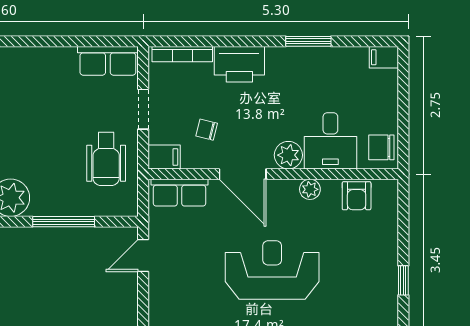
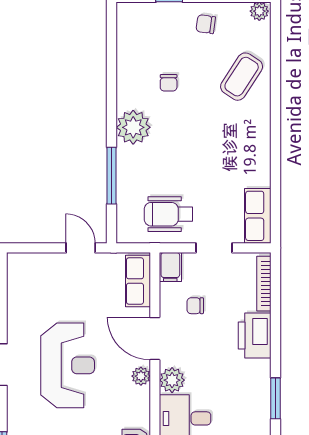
chair: (207, 130) -> (195, 306), turned -104
door: (243, 174) -> (155, 339), hinge flipped
plant: (310, 189) -> (141, 376), moved

